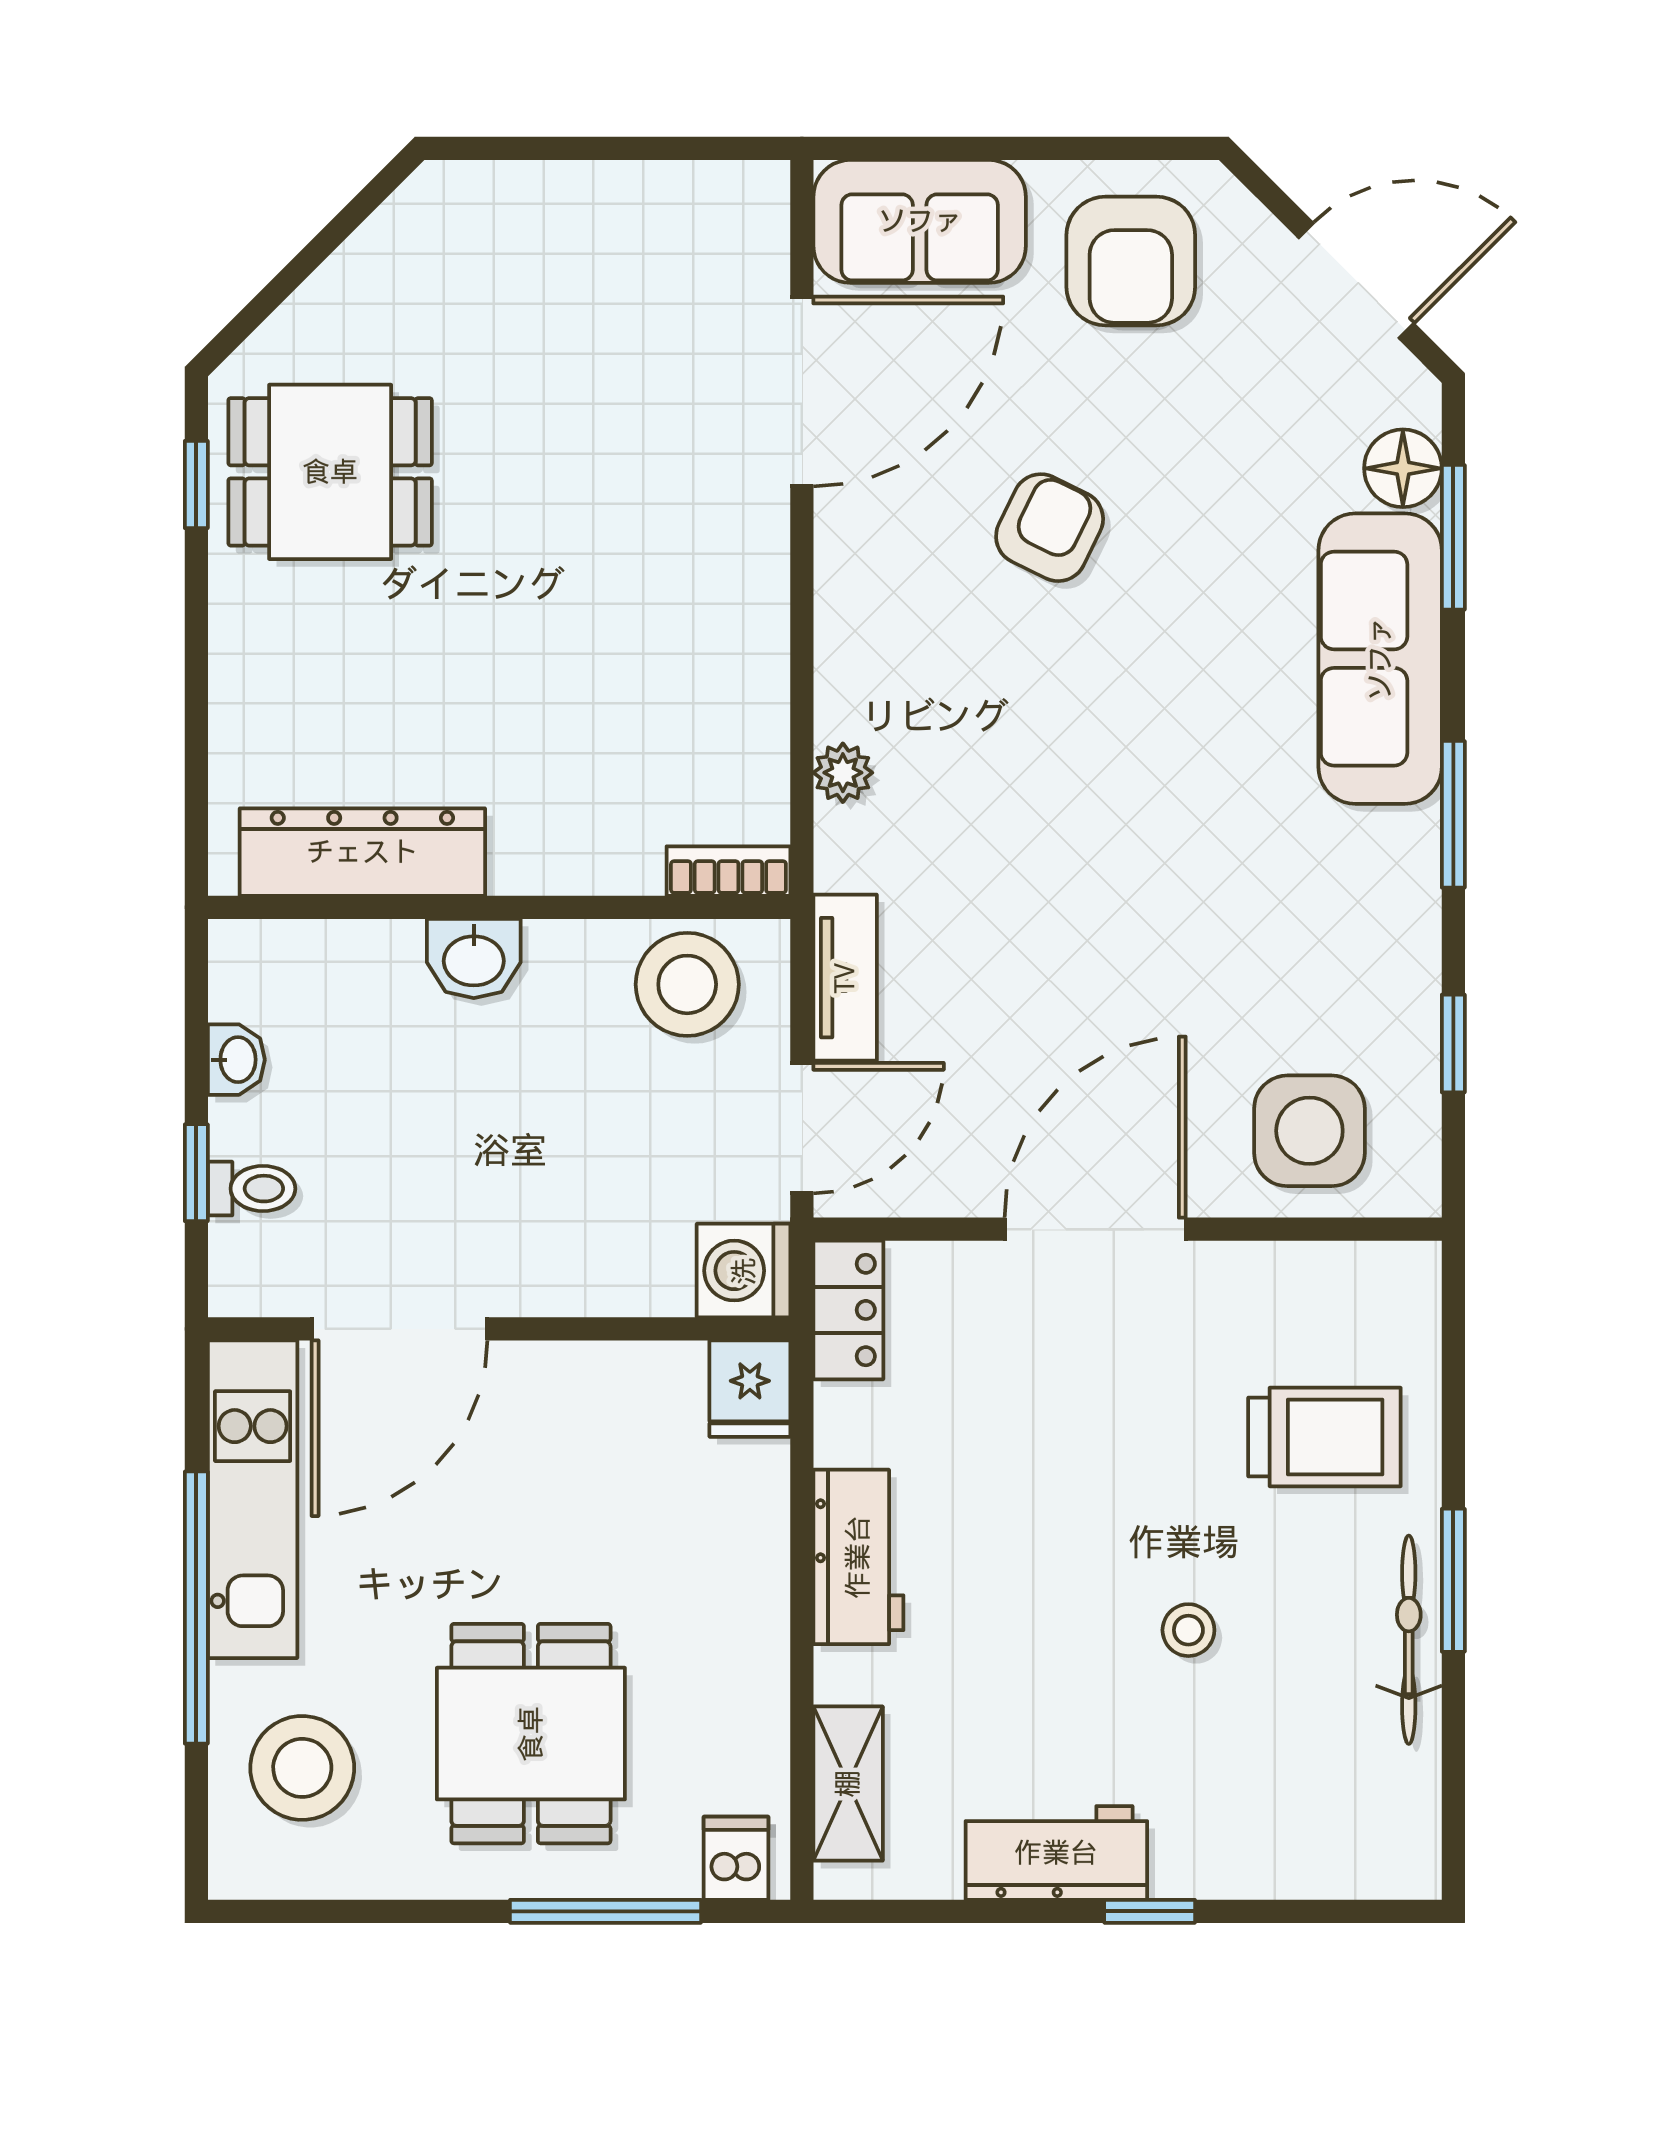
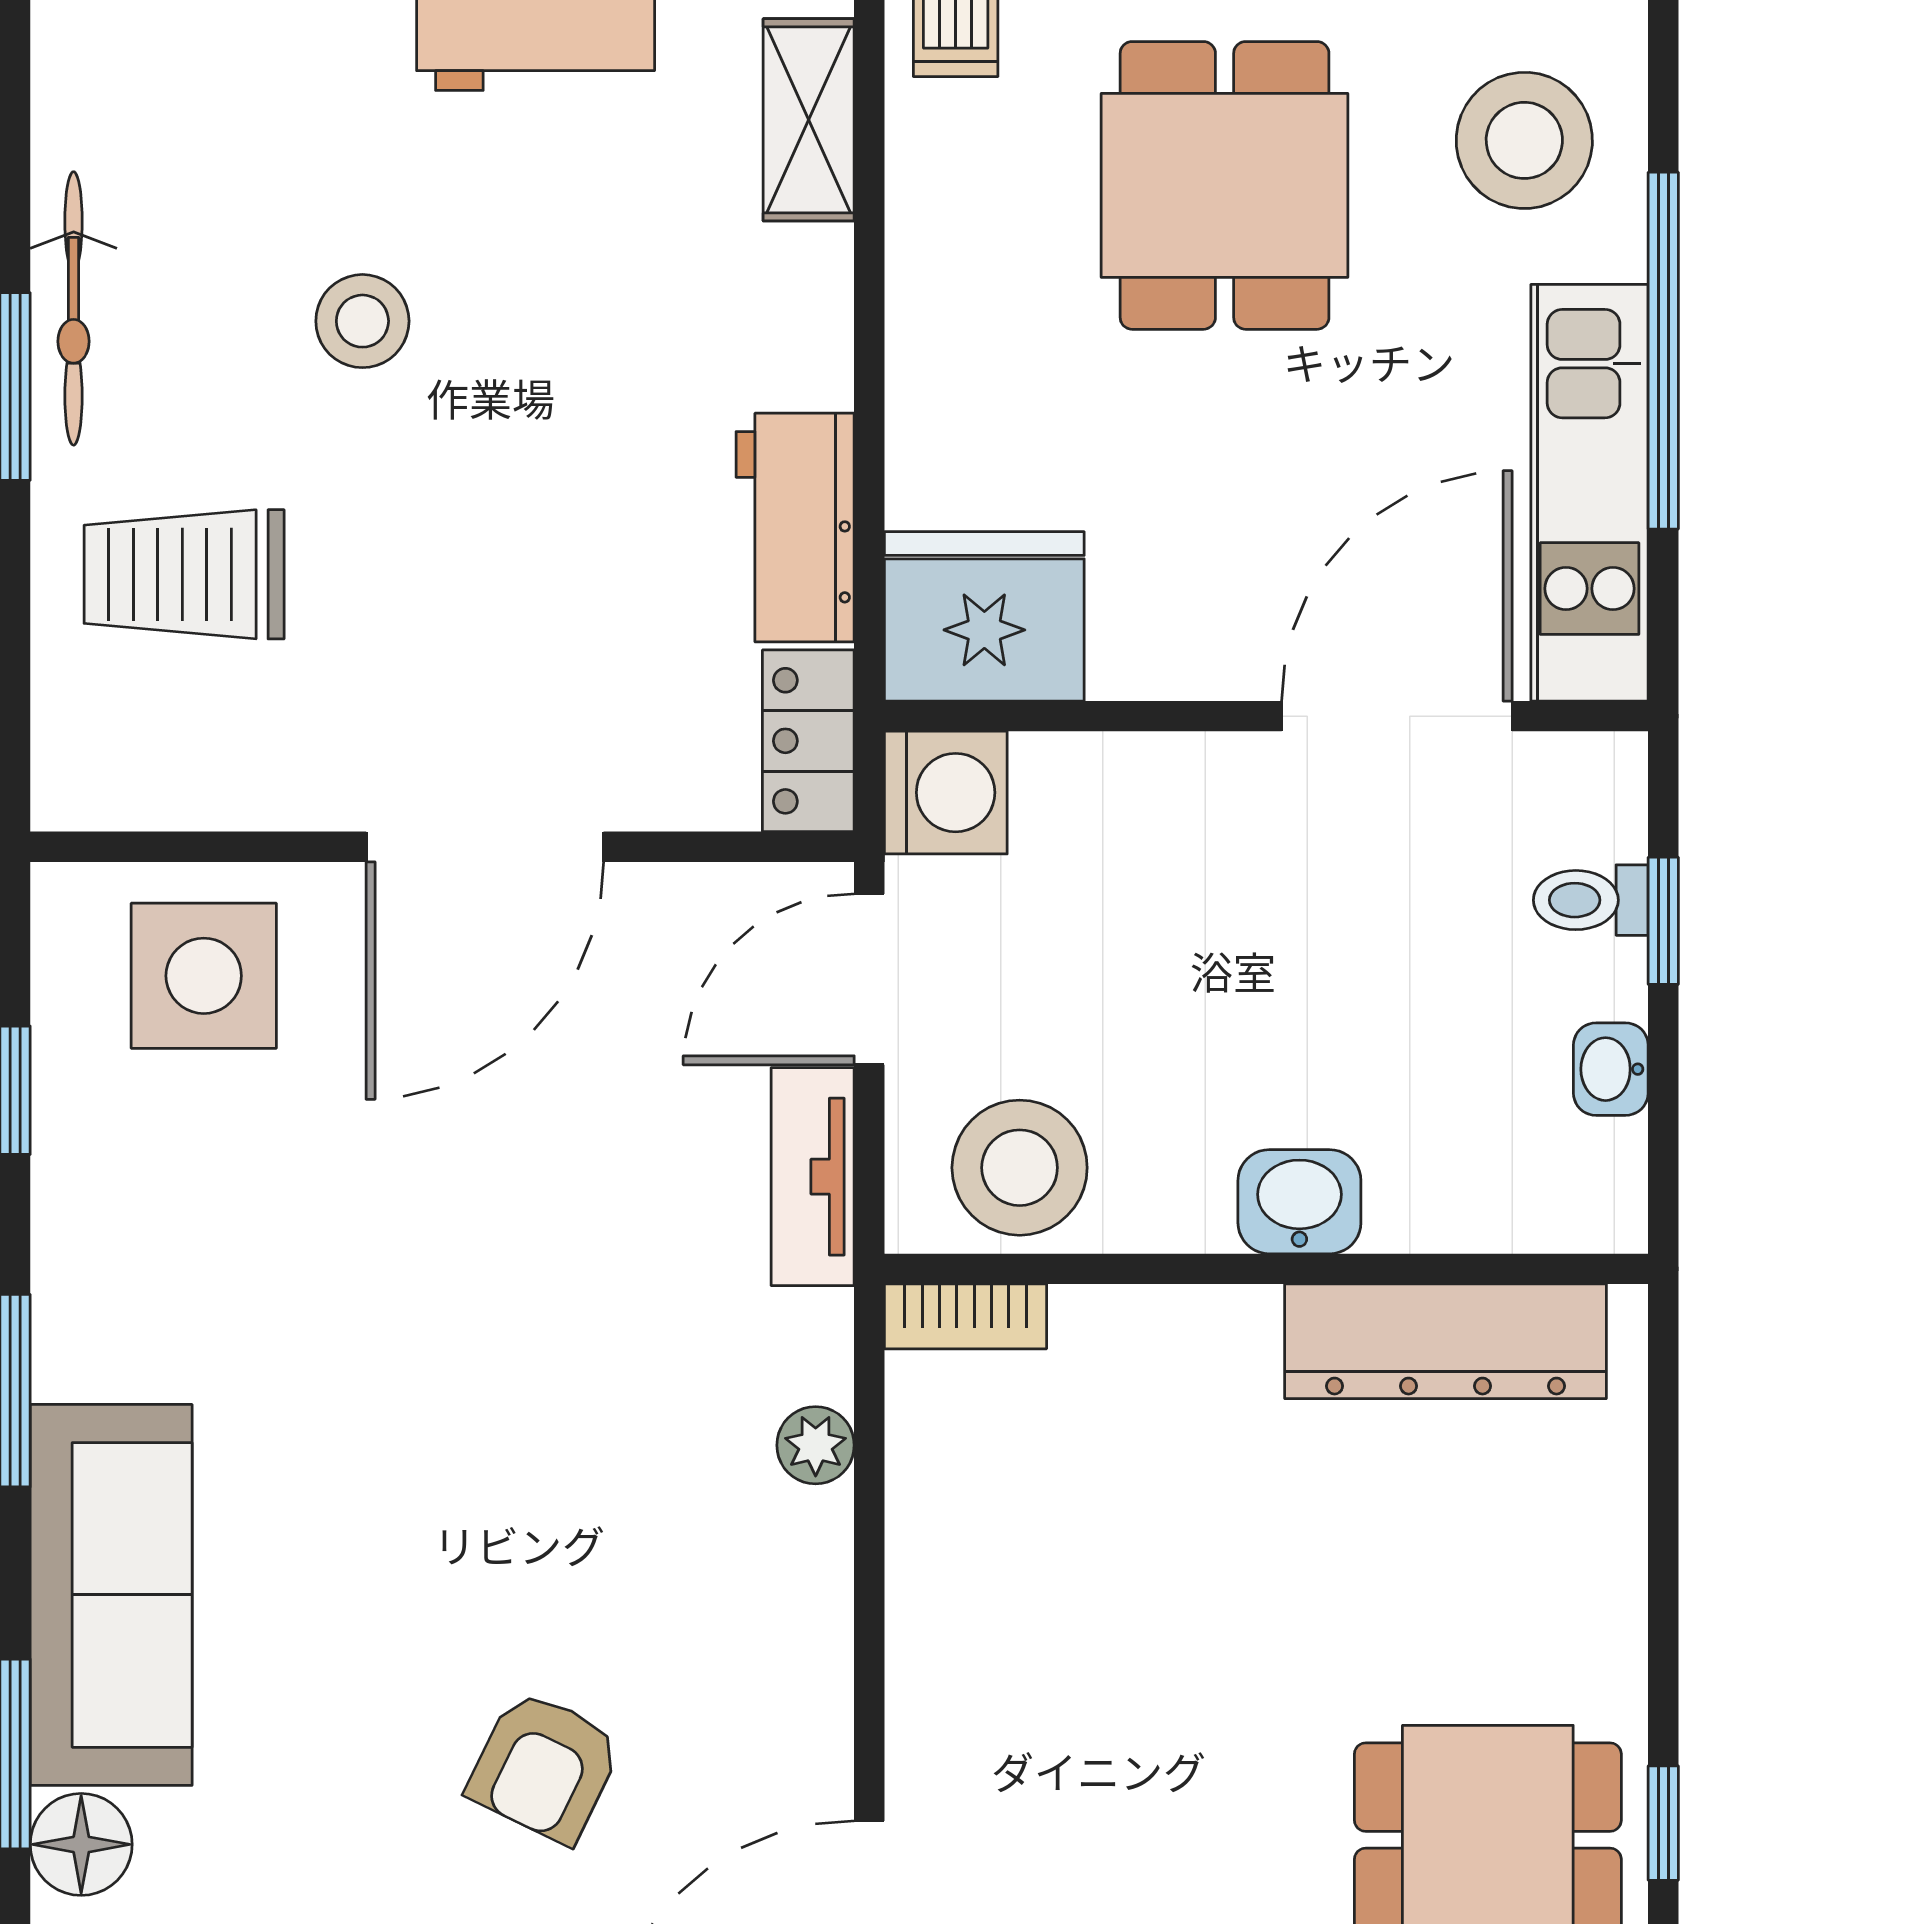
fridge: (750, 1389) -> (984, 616), width x1.88, depth x1.34
workbench: (858, 1557) -> (795, 528), moved
stool: (1188, 1630) -> (362, 321), width x1.37, depth x1.37

